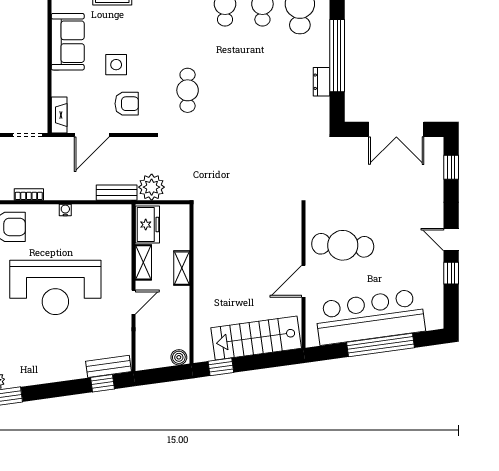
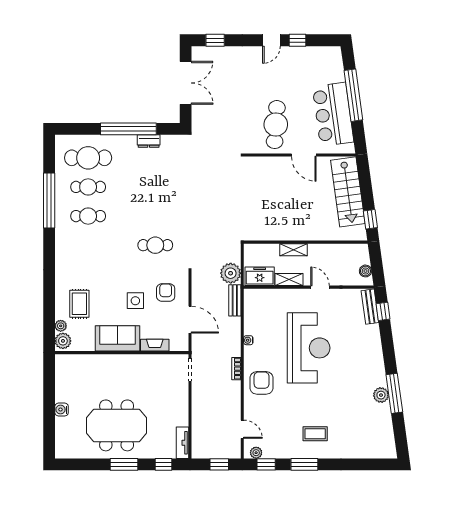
fireplace: (59, 115) -> (155, 345), moved
bar counter: (370, 317) -> (333, 114), width x0.73
boiler: (179, 357) -> (366, 271), moved

